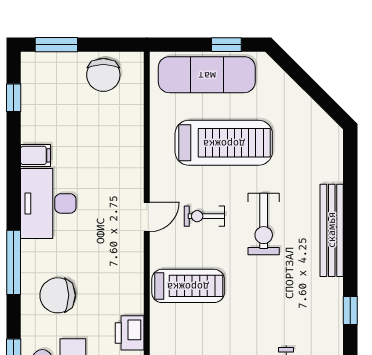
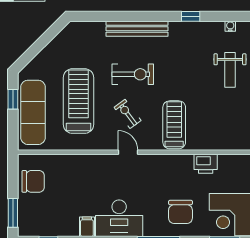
exercise bike: (204, 216) -> (128, 114), turned 143

